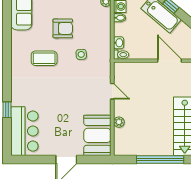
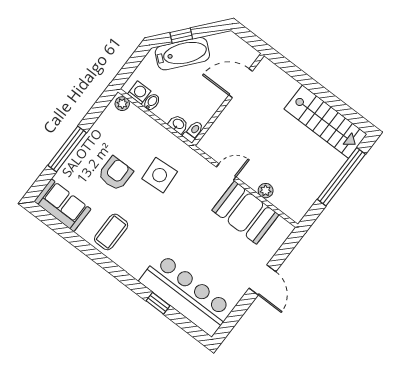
side table: (81, 54) -> (160, 175), width x1.87, depth x1.87
coffee table: (44, 58) -> (111, 232), moved
bar counter: (24, 131) -> (186, 294), width x1.36
booth: (97, 135) -> (245, 213), moved

